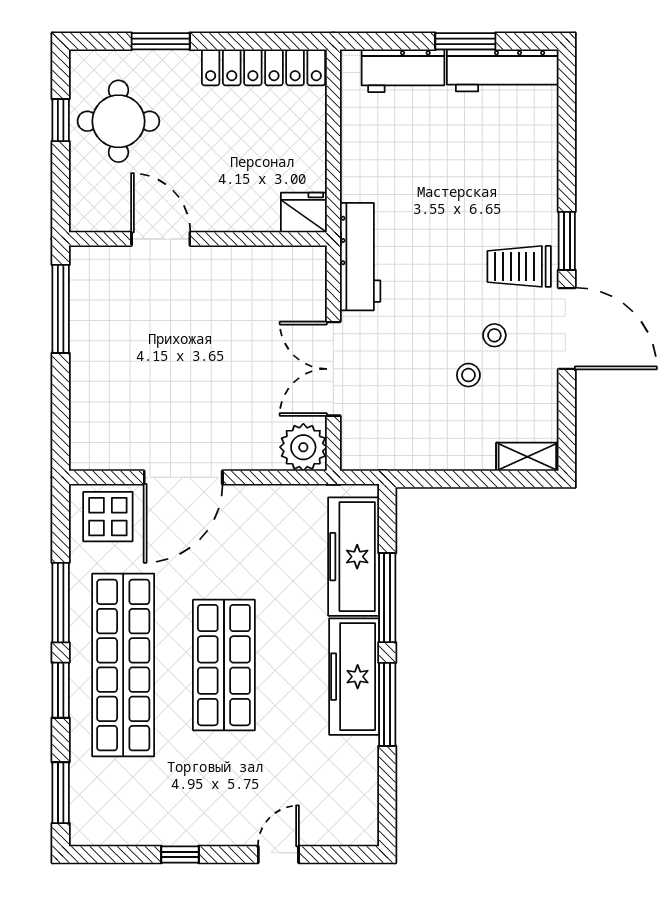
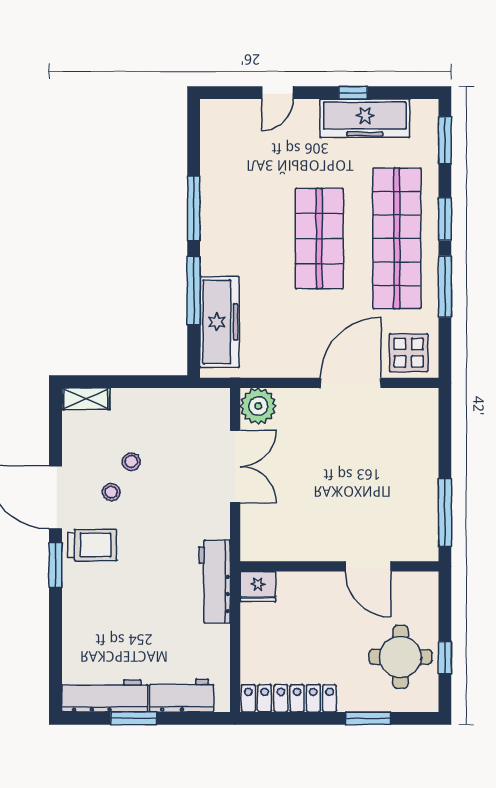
workbench: (360, 257) -> (215, 582), moved
freezer: (354, 677) -> (365, 118), moved, turned 90

